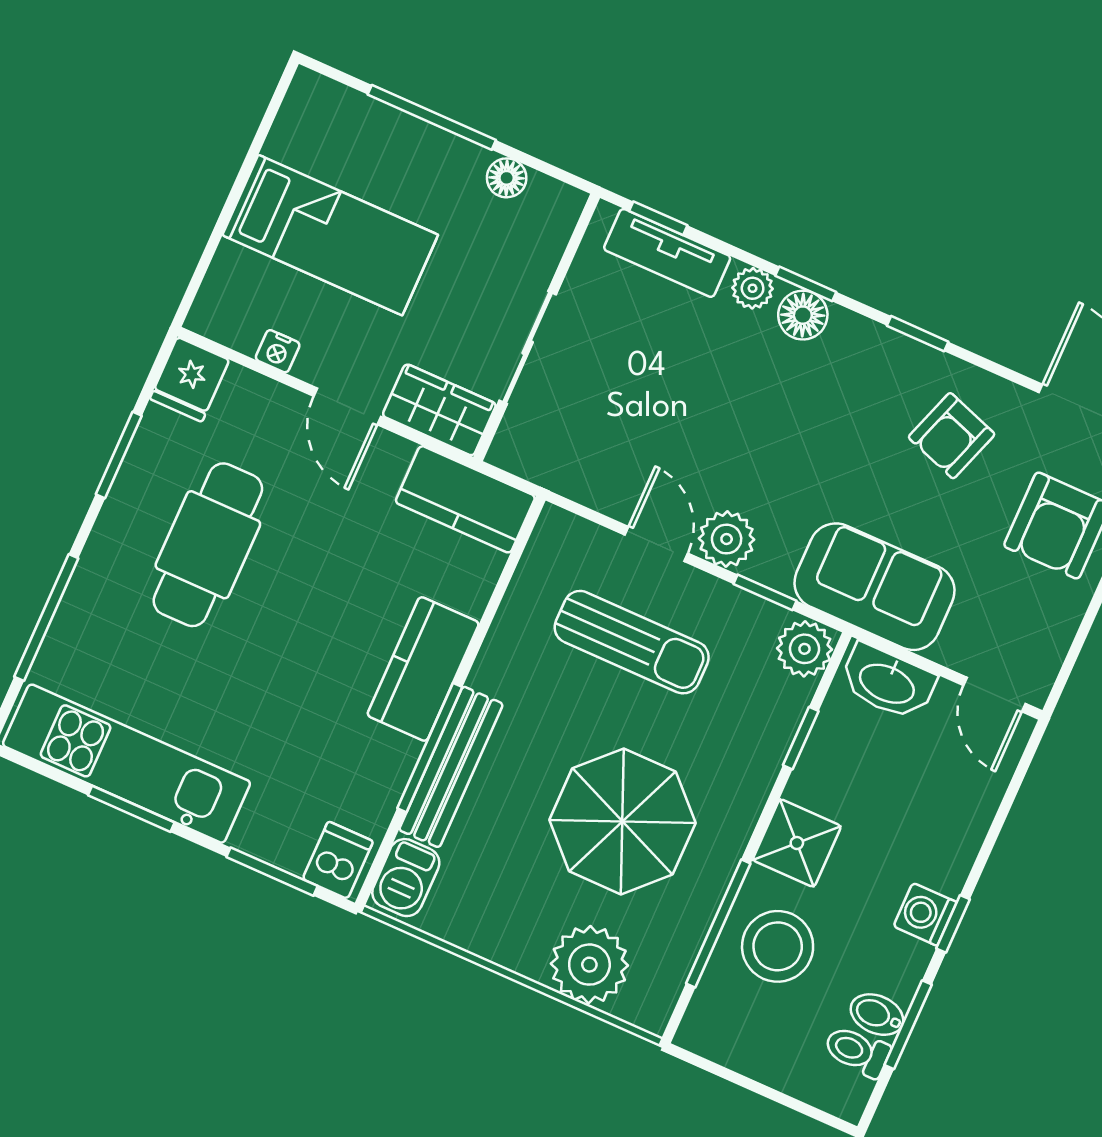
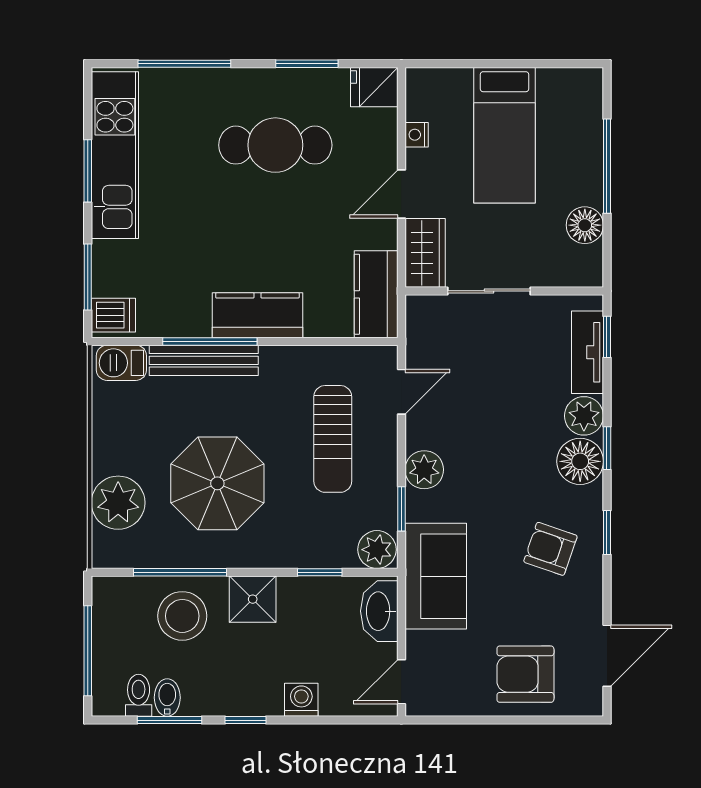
floor lamp: (507, 178) -> (585, 225), width x1.37, depth x1.37
plant: (753, 288) -> (584, 416), width x1.38, depth x1.38
floor lamp: (803, 315) -> (580, 461), width x1.38, depth x1.38
armchair: (952, 436) -> (550, 549), moved
door: (656, 544) -> (401, 392), moved
washing machine: (925, 914) -> (301, 700), moved
window: (768, 1092) -> (88, 651), added

